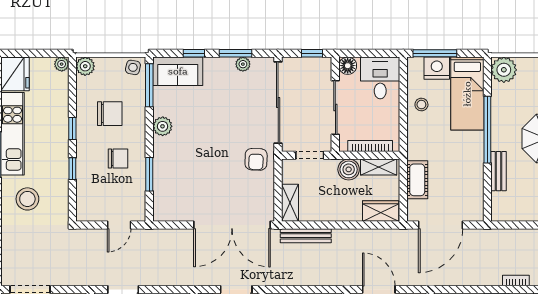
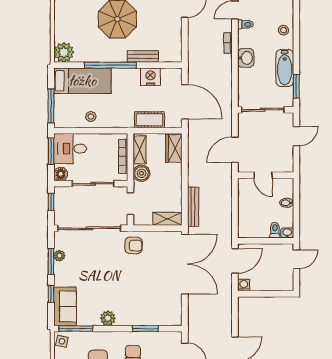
window: (377, 53) -> (51, 151), added
nightstand: (437, 68) -> (150, 77), moved, turned 90

